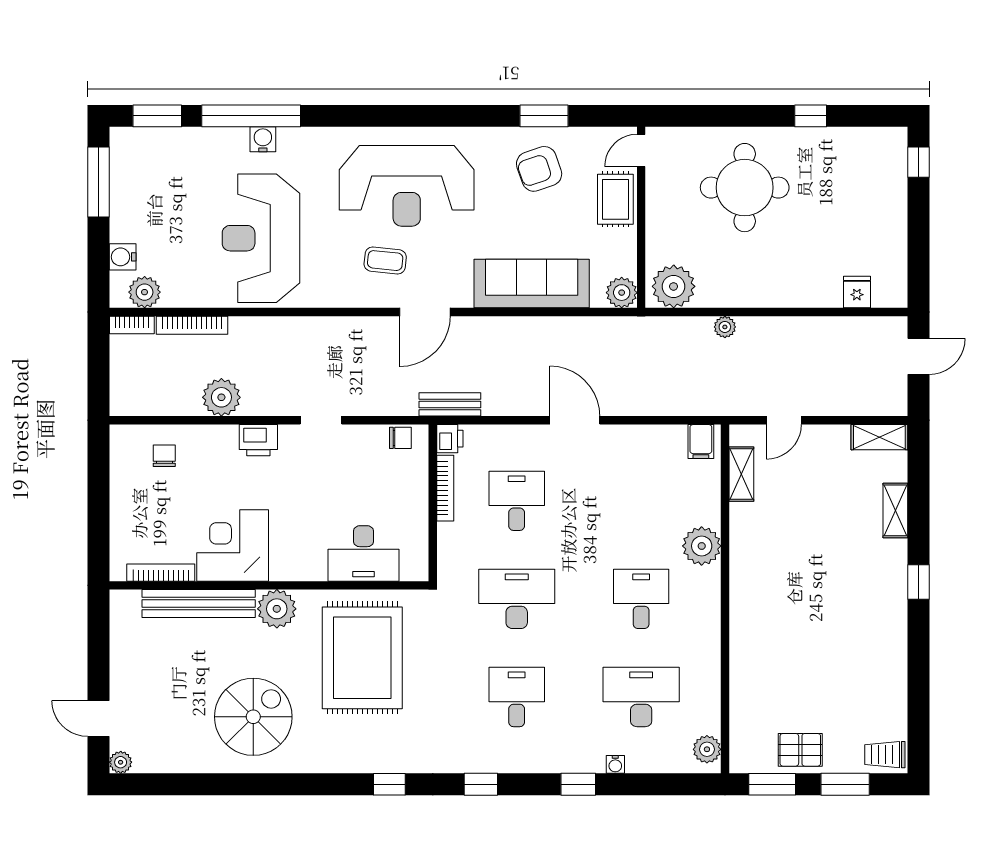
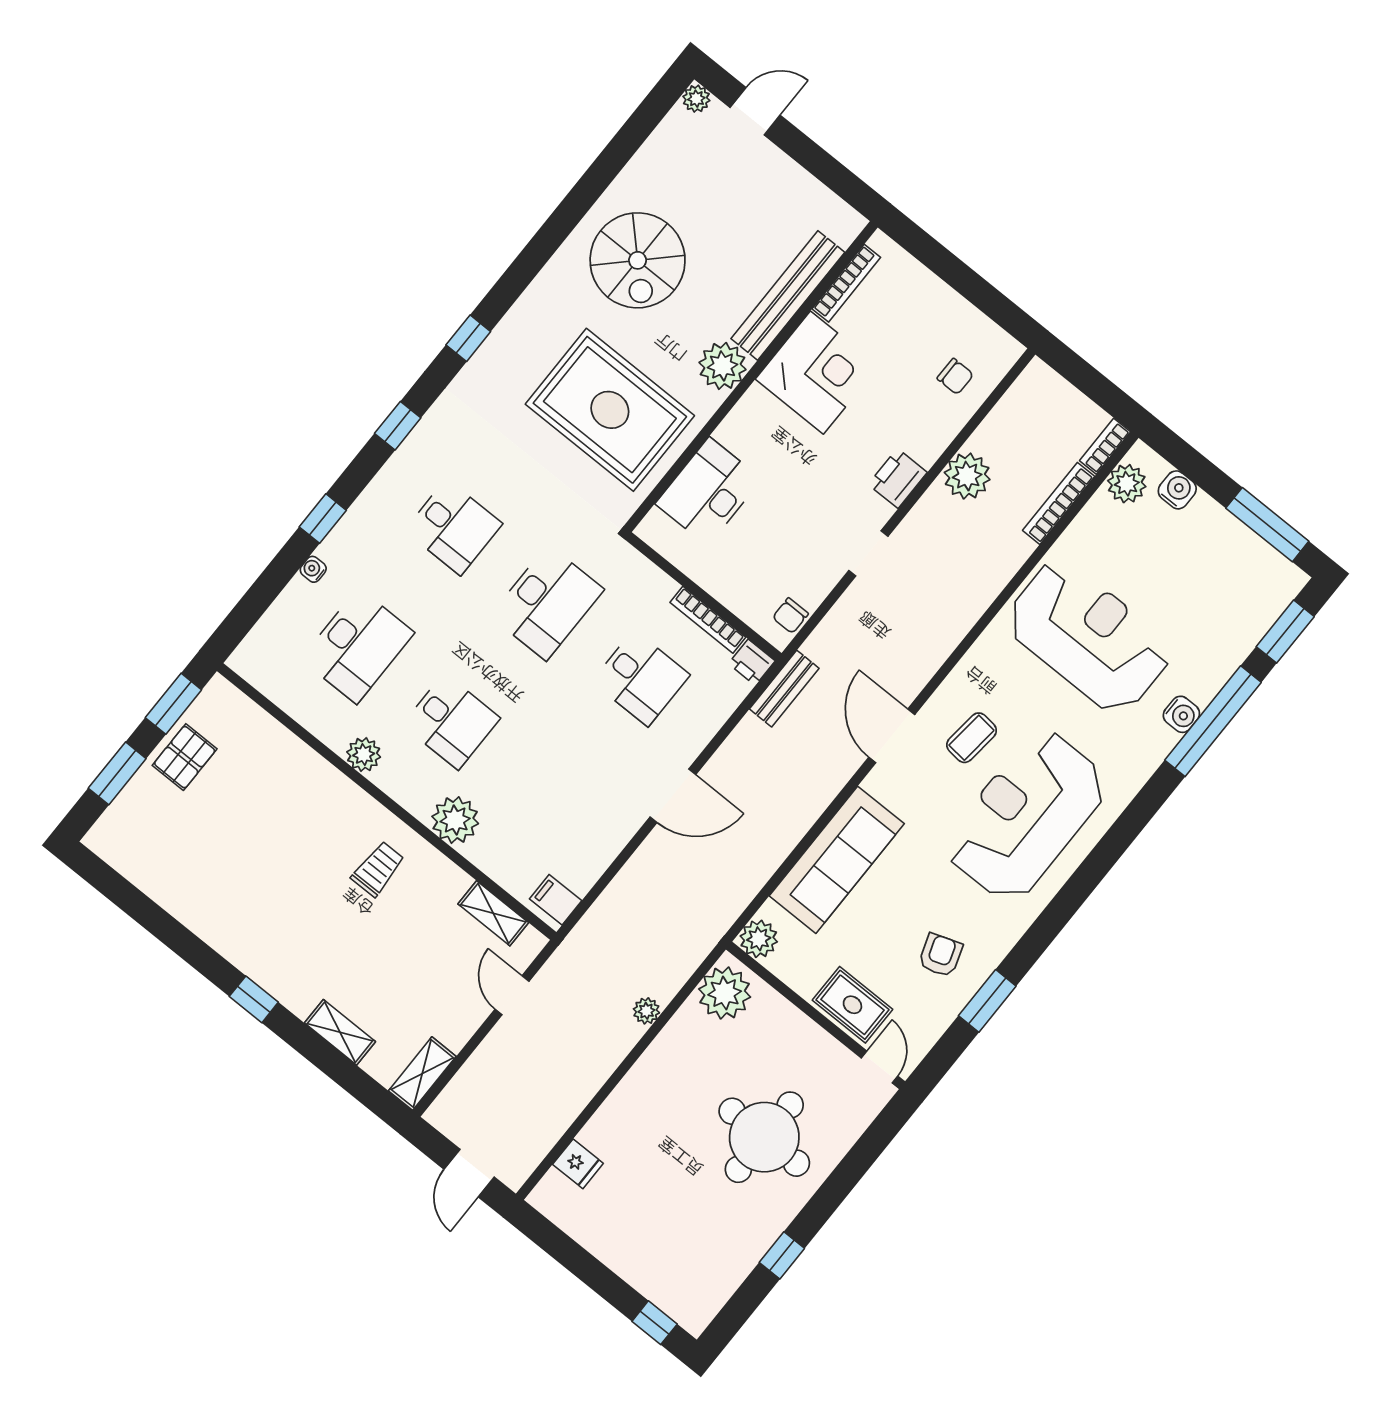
armchair: (539, 169) -> (940, 955), width x0.72, depth x0.72
plant: (707, 749) -> (364, 755), moved
trolley: (885, 755) -> (378, 869), moved

